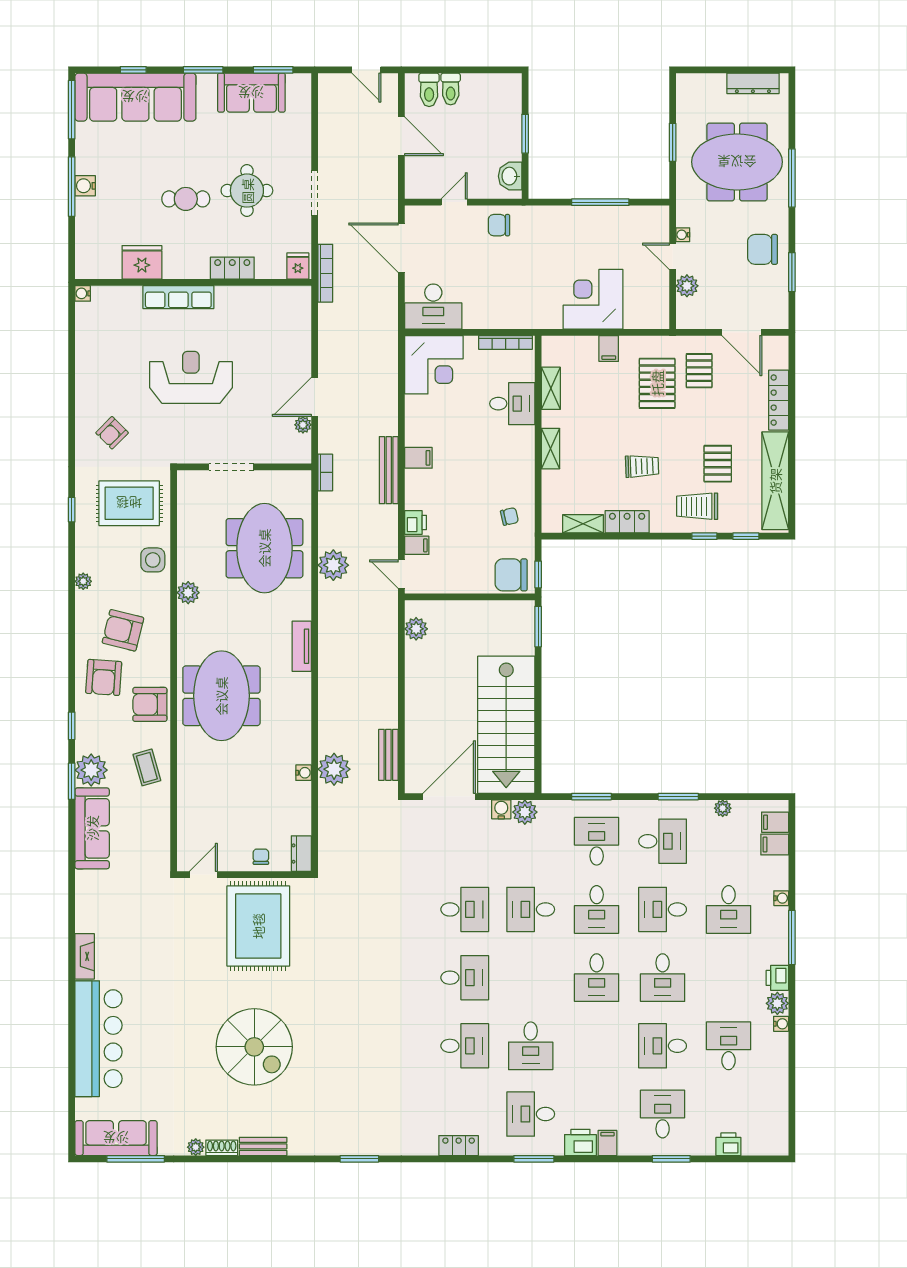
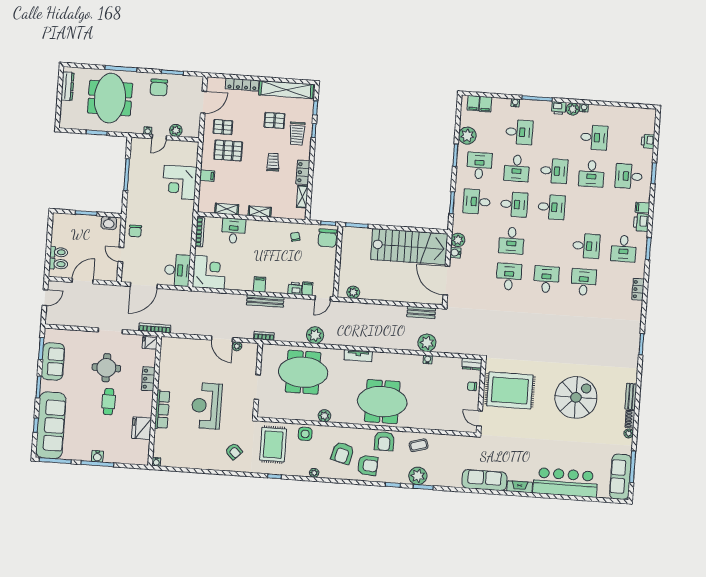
plant: (723, 808) -> (467, 136), width x1.87, depth x1.87
sofa: (92, 828) -> (484, 480), moved
desk: (729, 1046) -> (594, 137), turned 180

